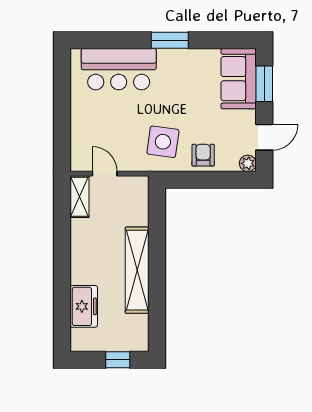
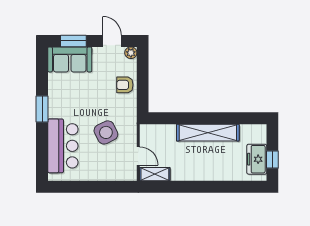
side table: (163, 142) -> (106, 132), moved, turned -34
door: (105, 174) -> (138, 156), swing flipped
freezer: (84, 306) -> (257, 159), moved, turned -90
window: (118, 360) -> (272, 159), moved

